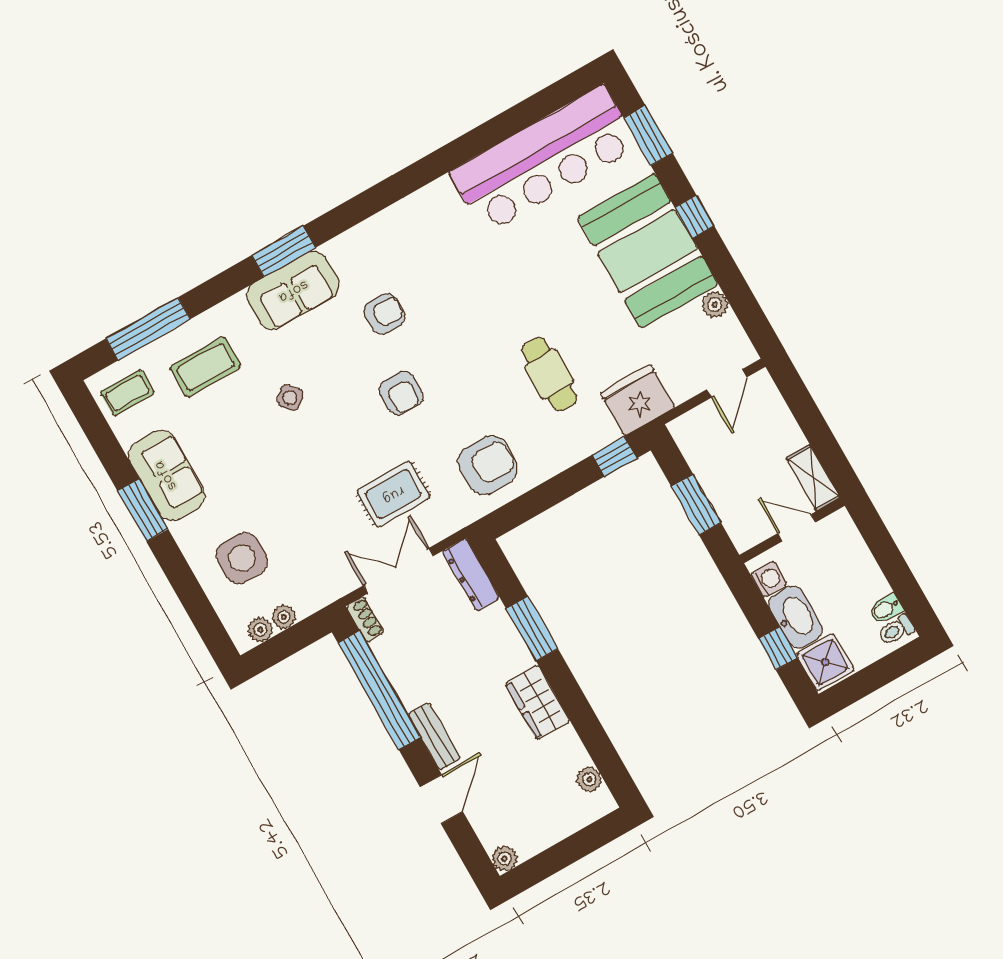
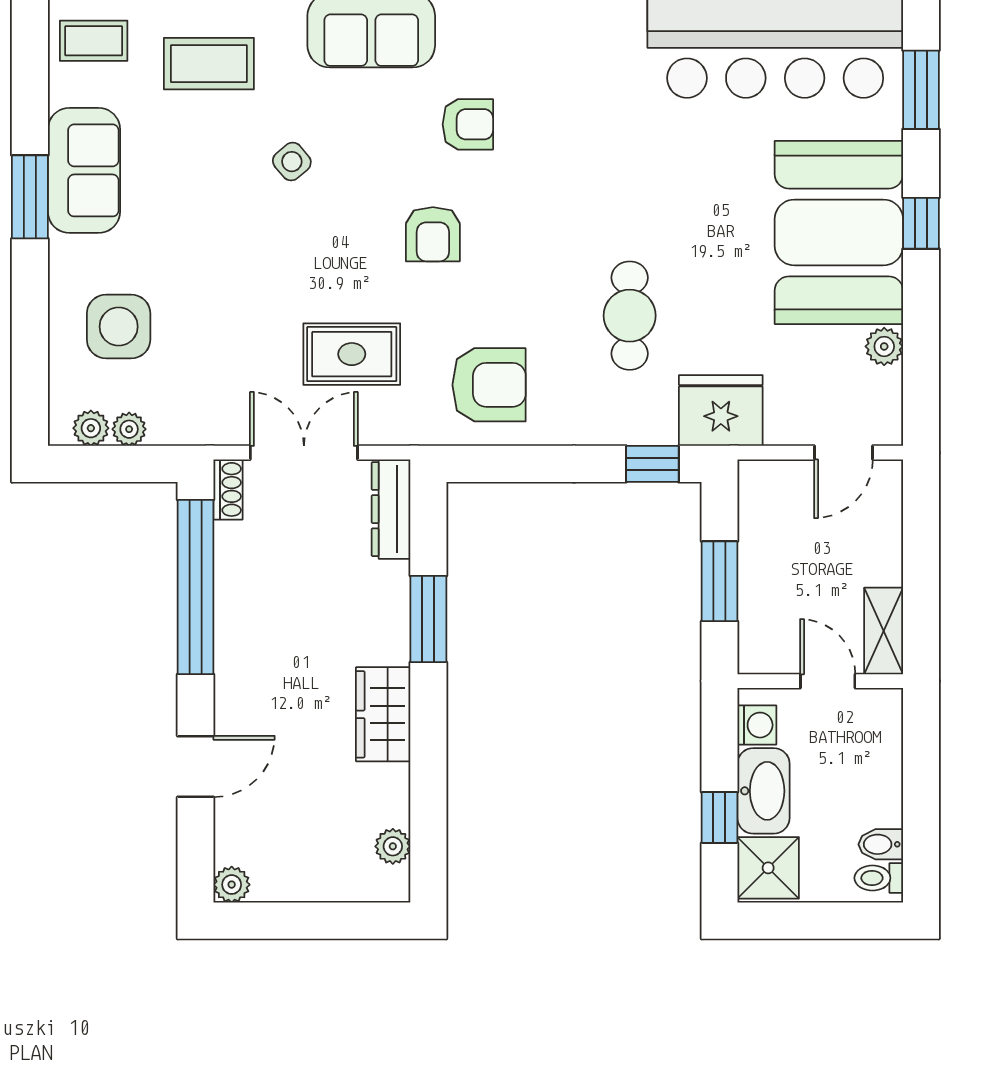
bench: (434, 736) -> (231, 683), removed

